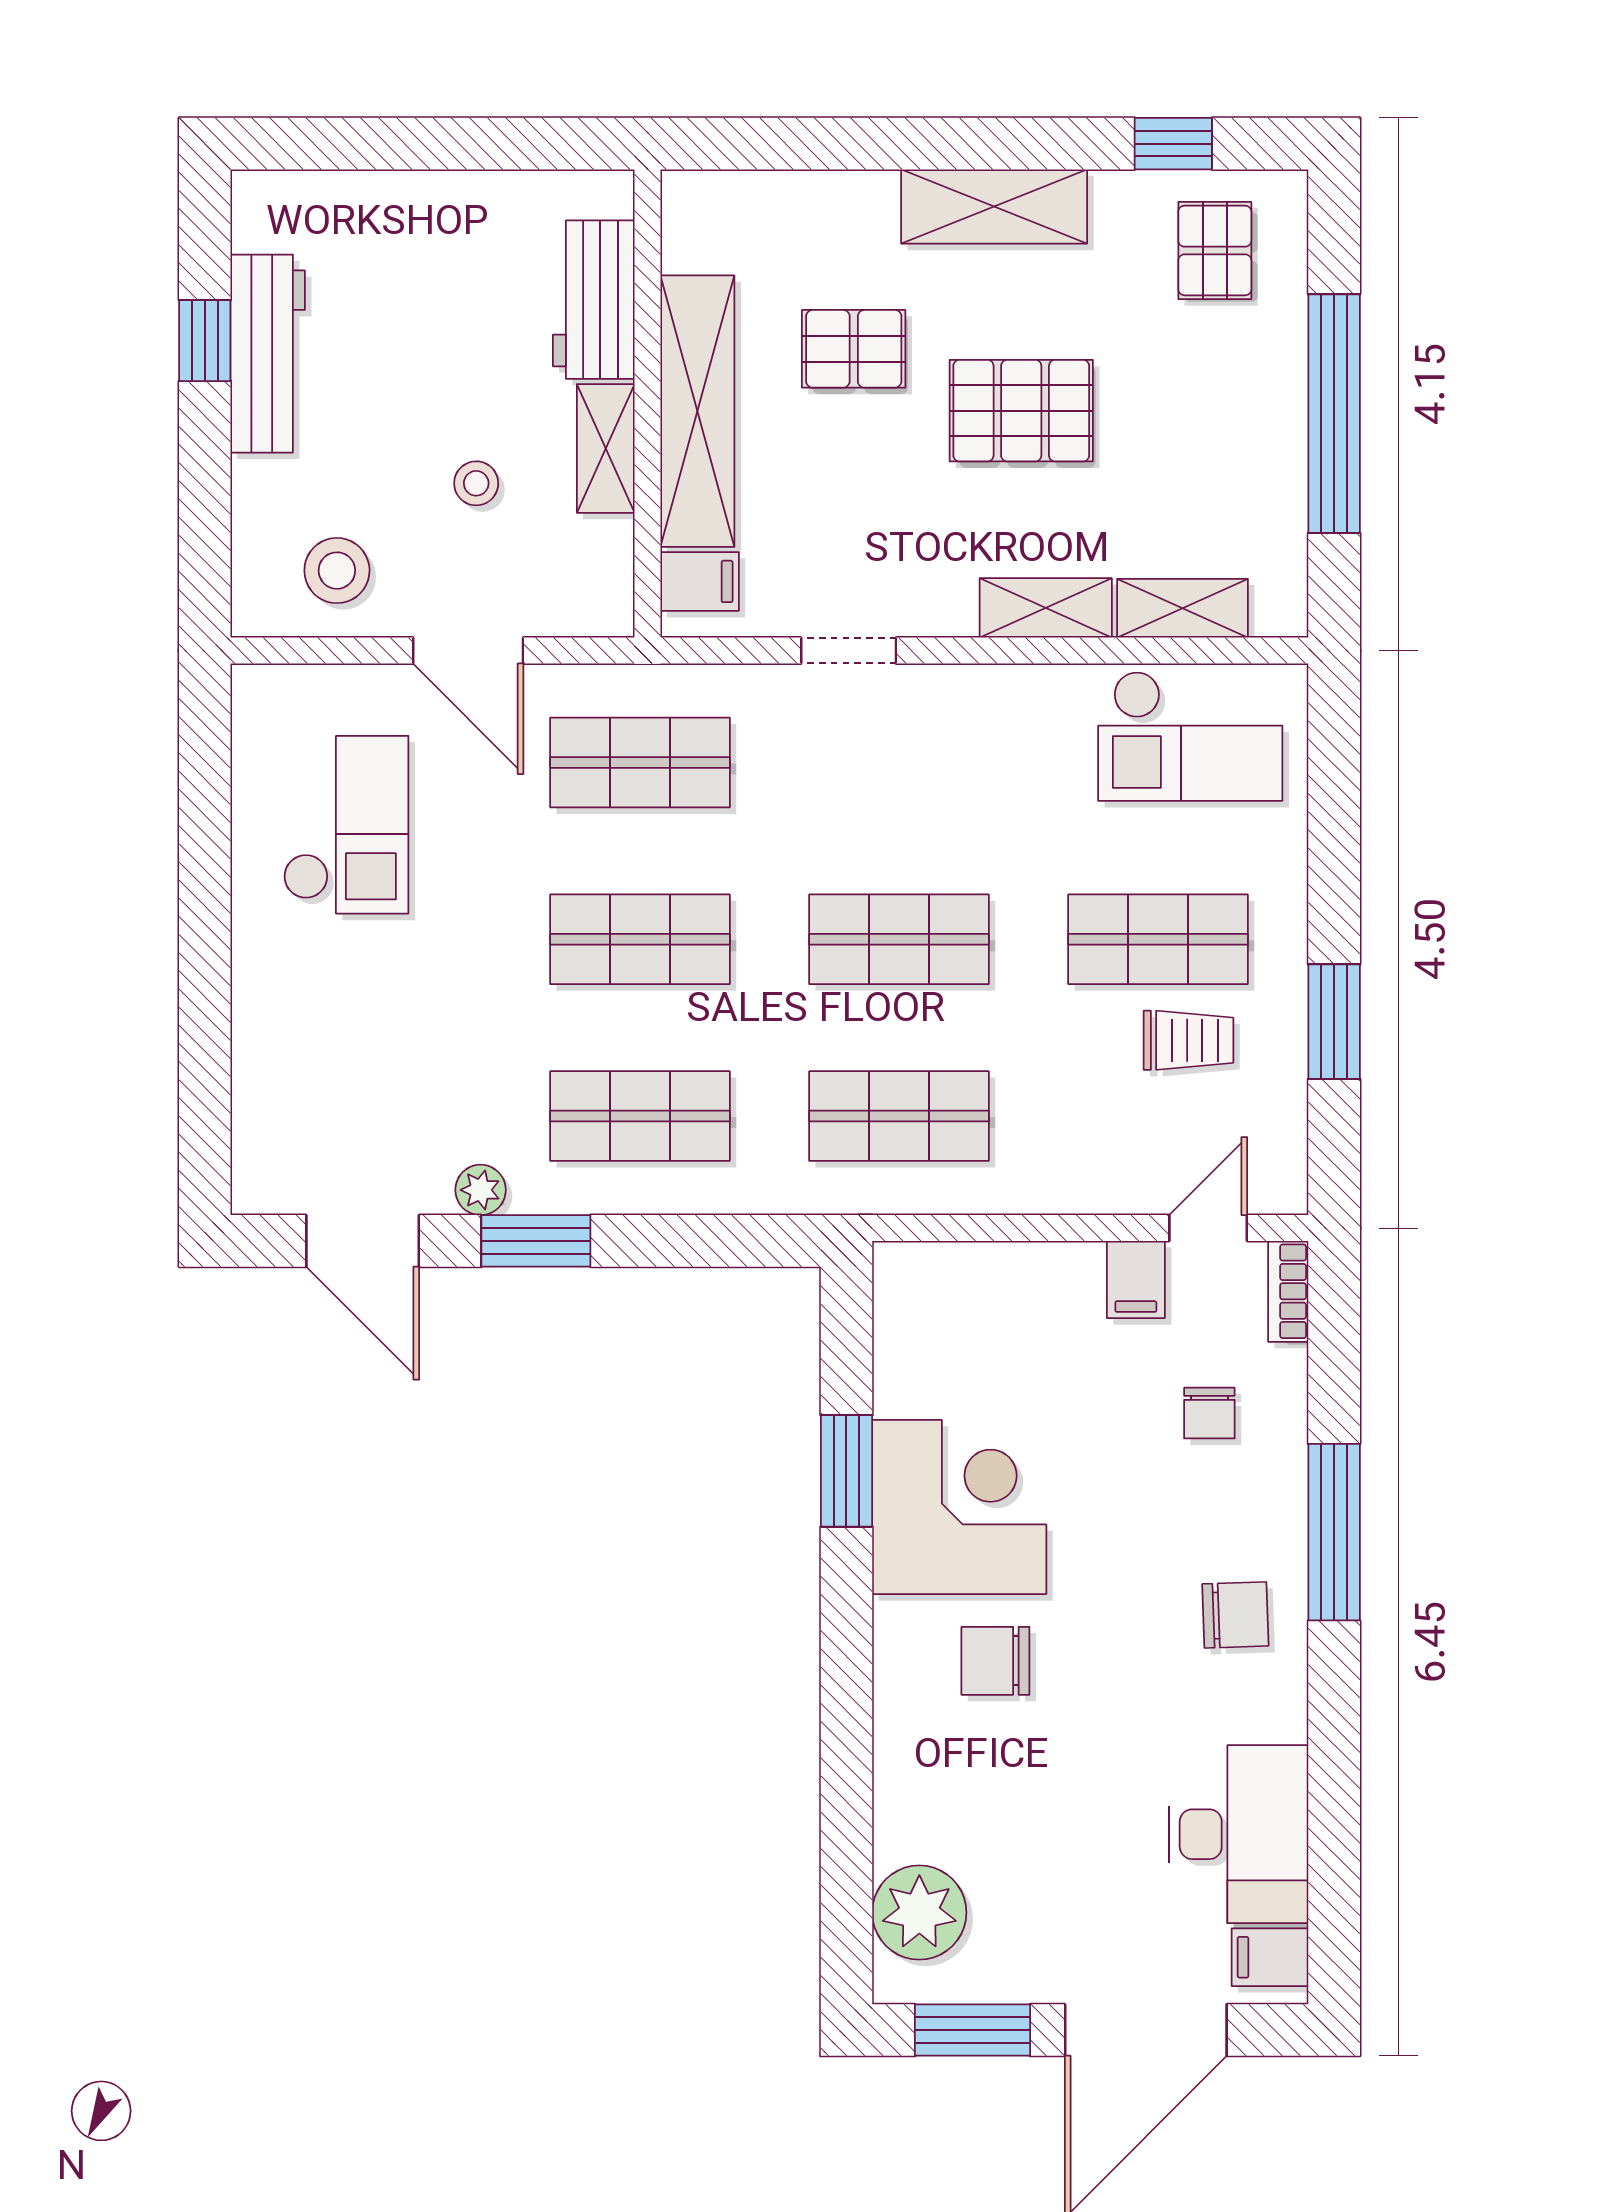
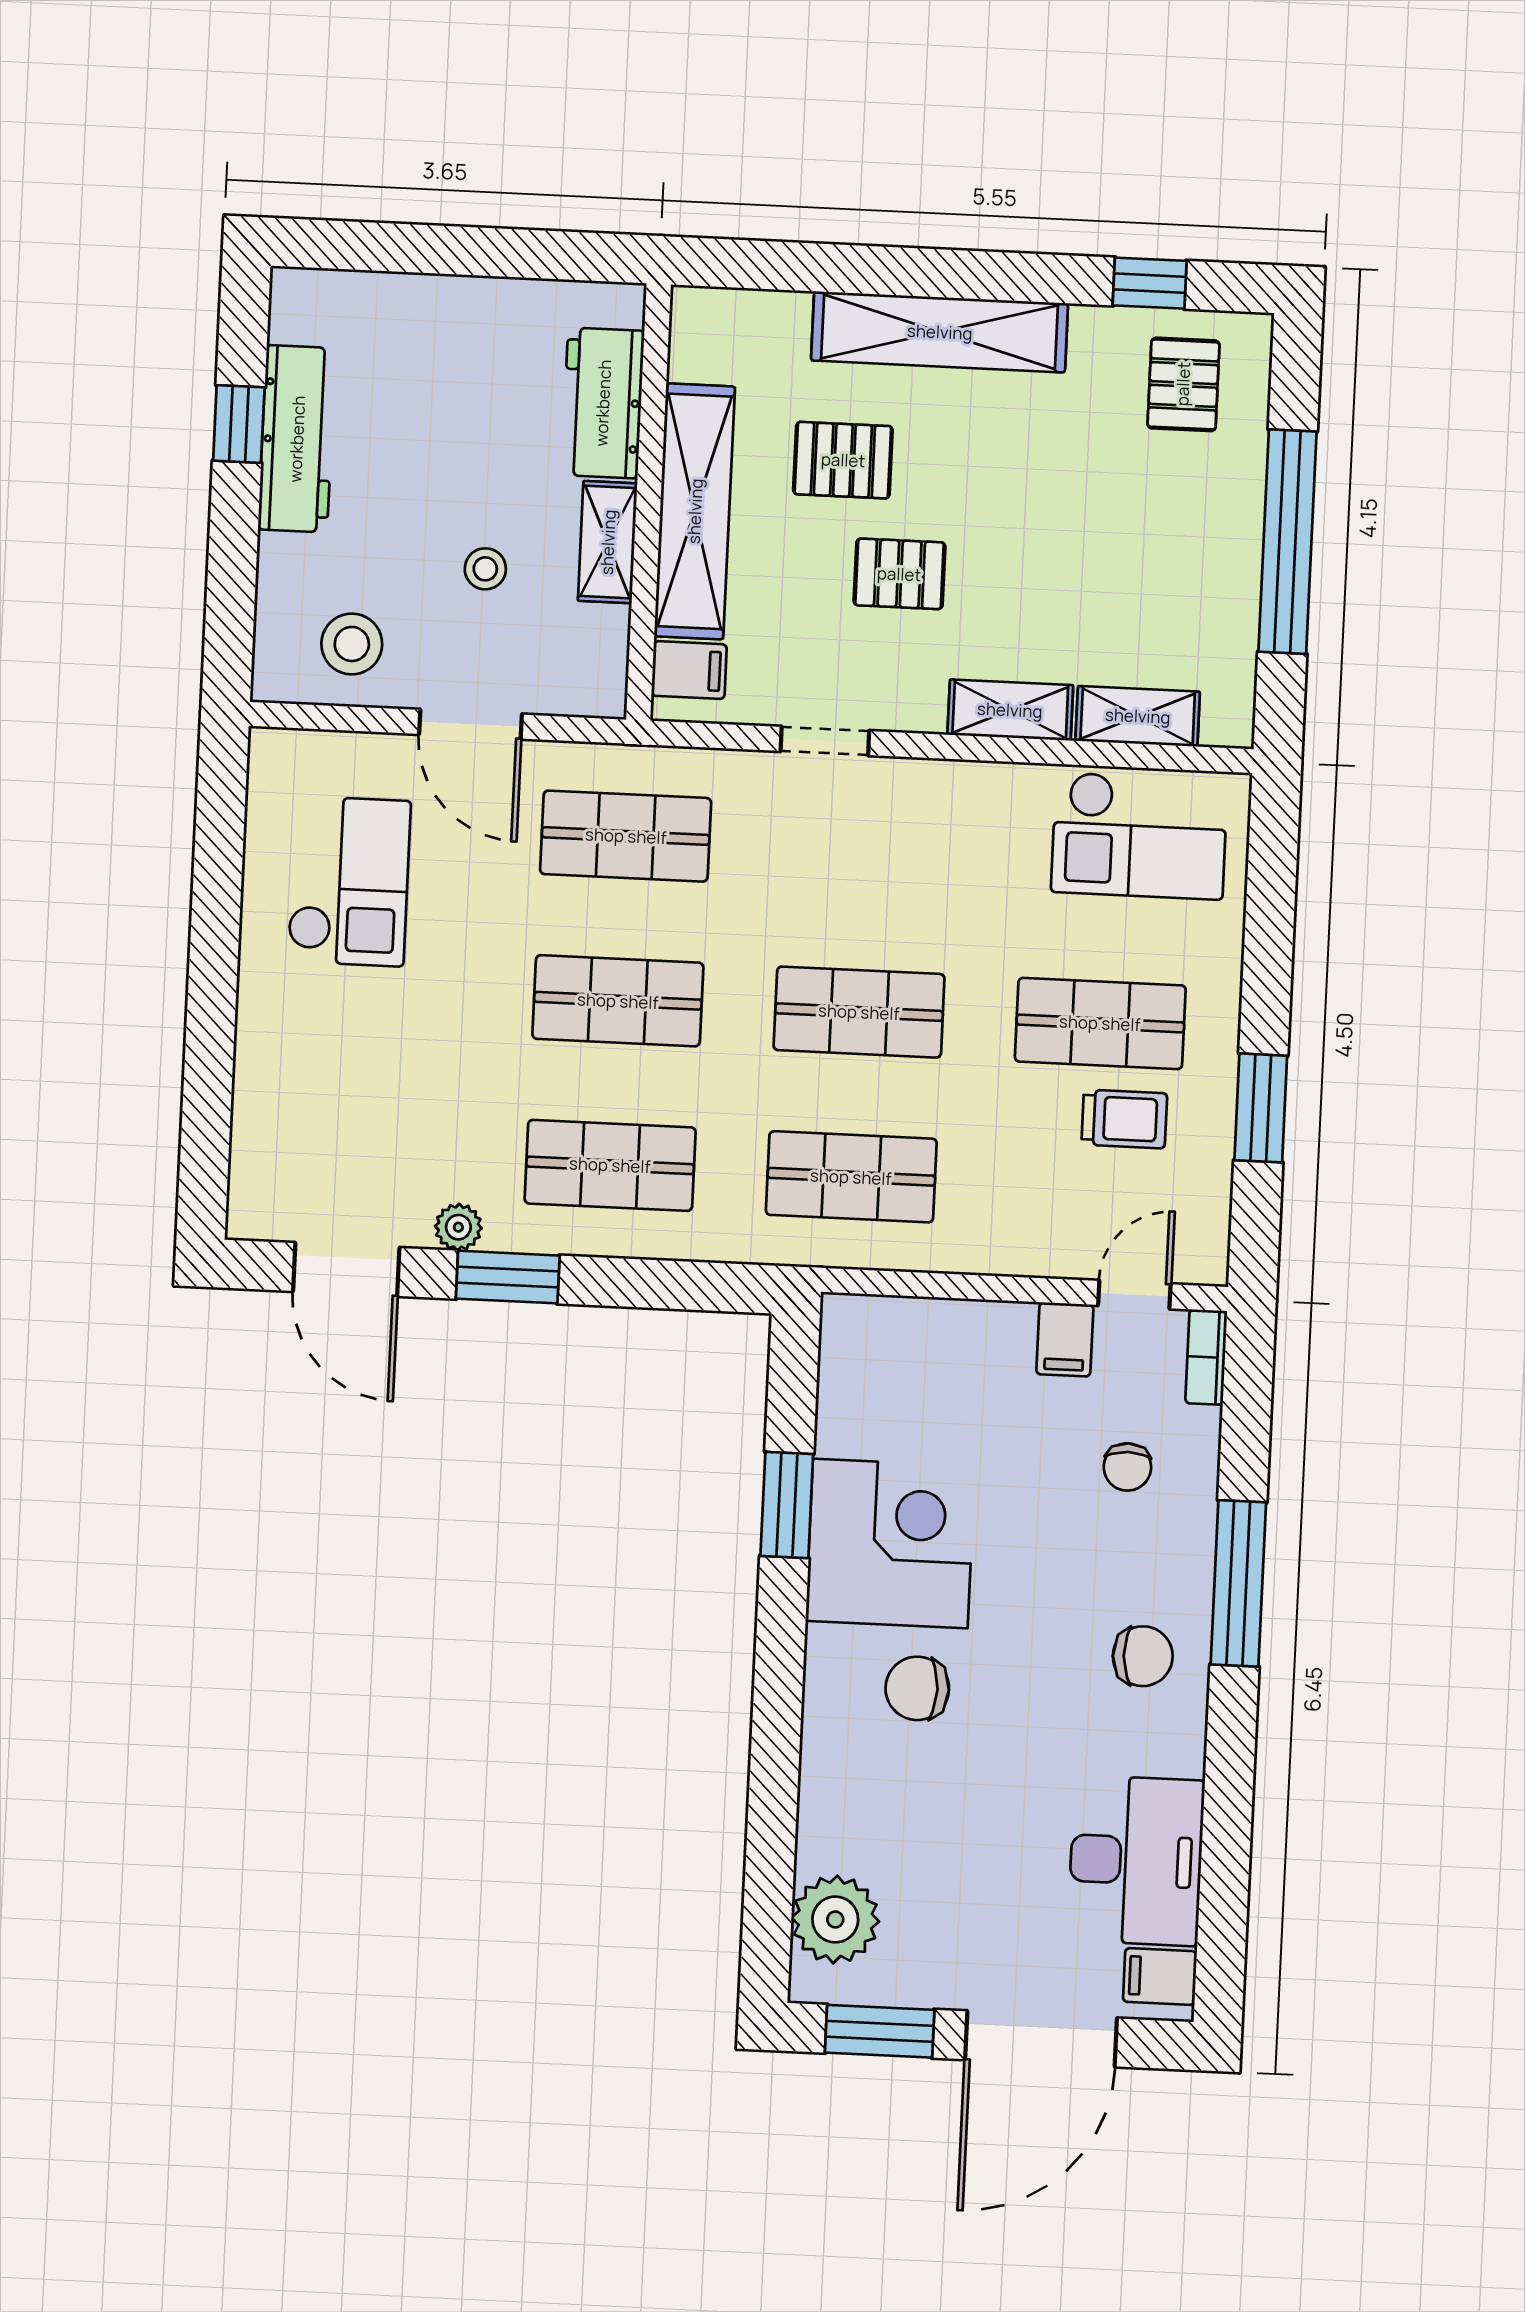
shelving: (994, 207) -> (940, 332), width x1.47
pallet: (1021, 411) -> (899, 574), moved, width x0.67, depth x0.71

